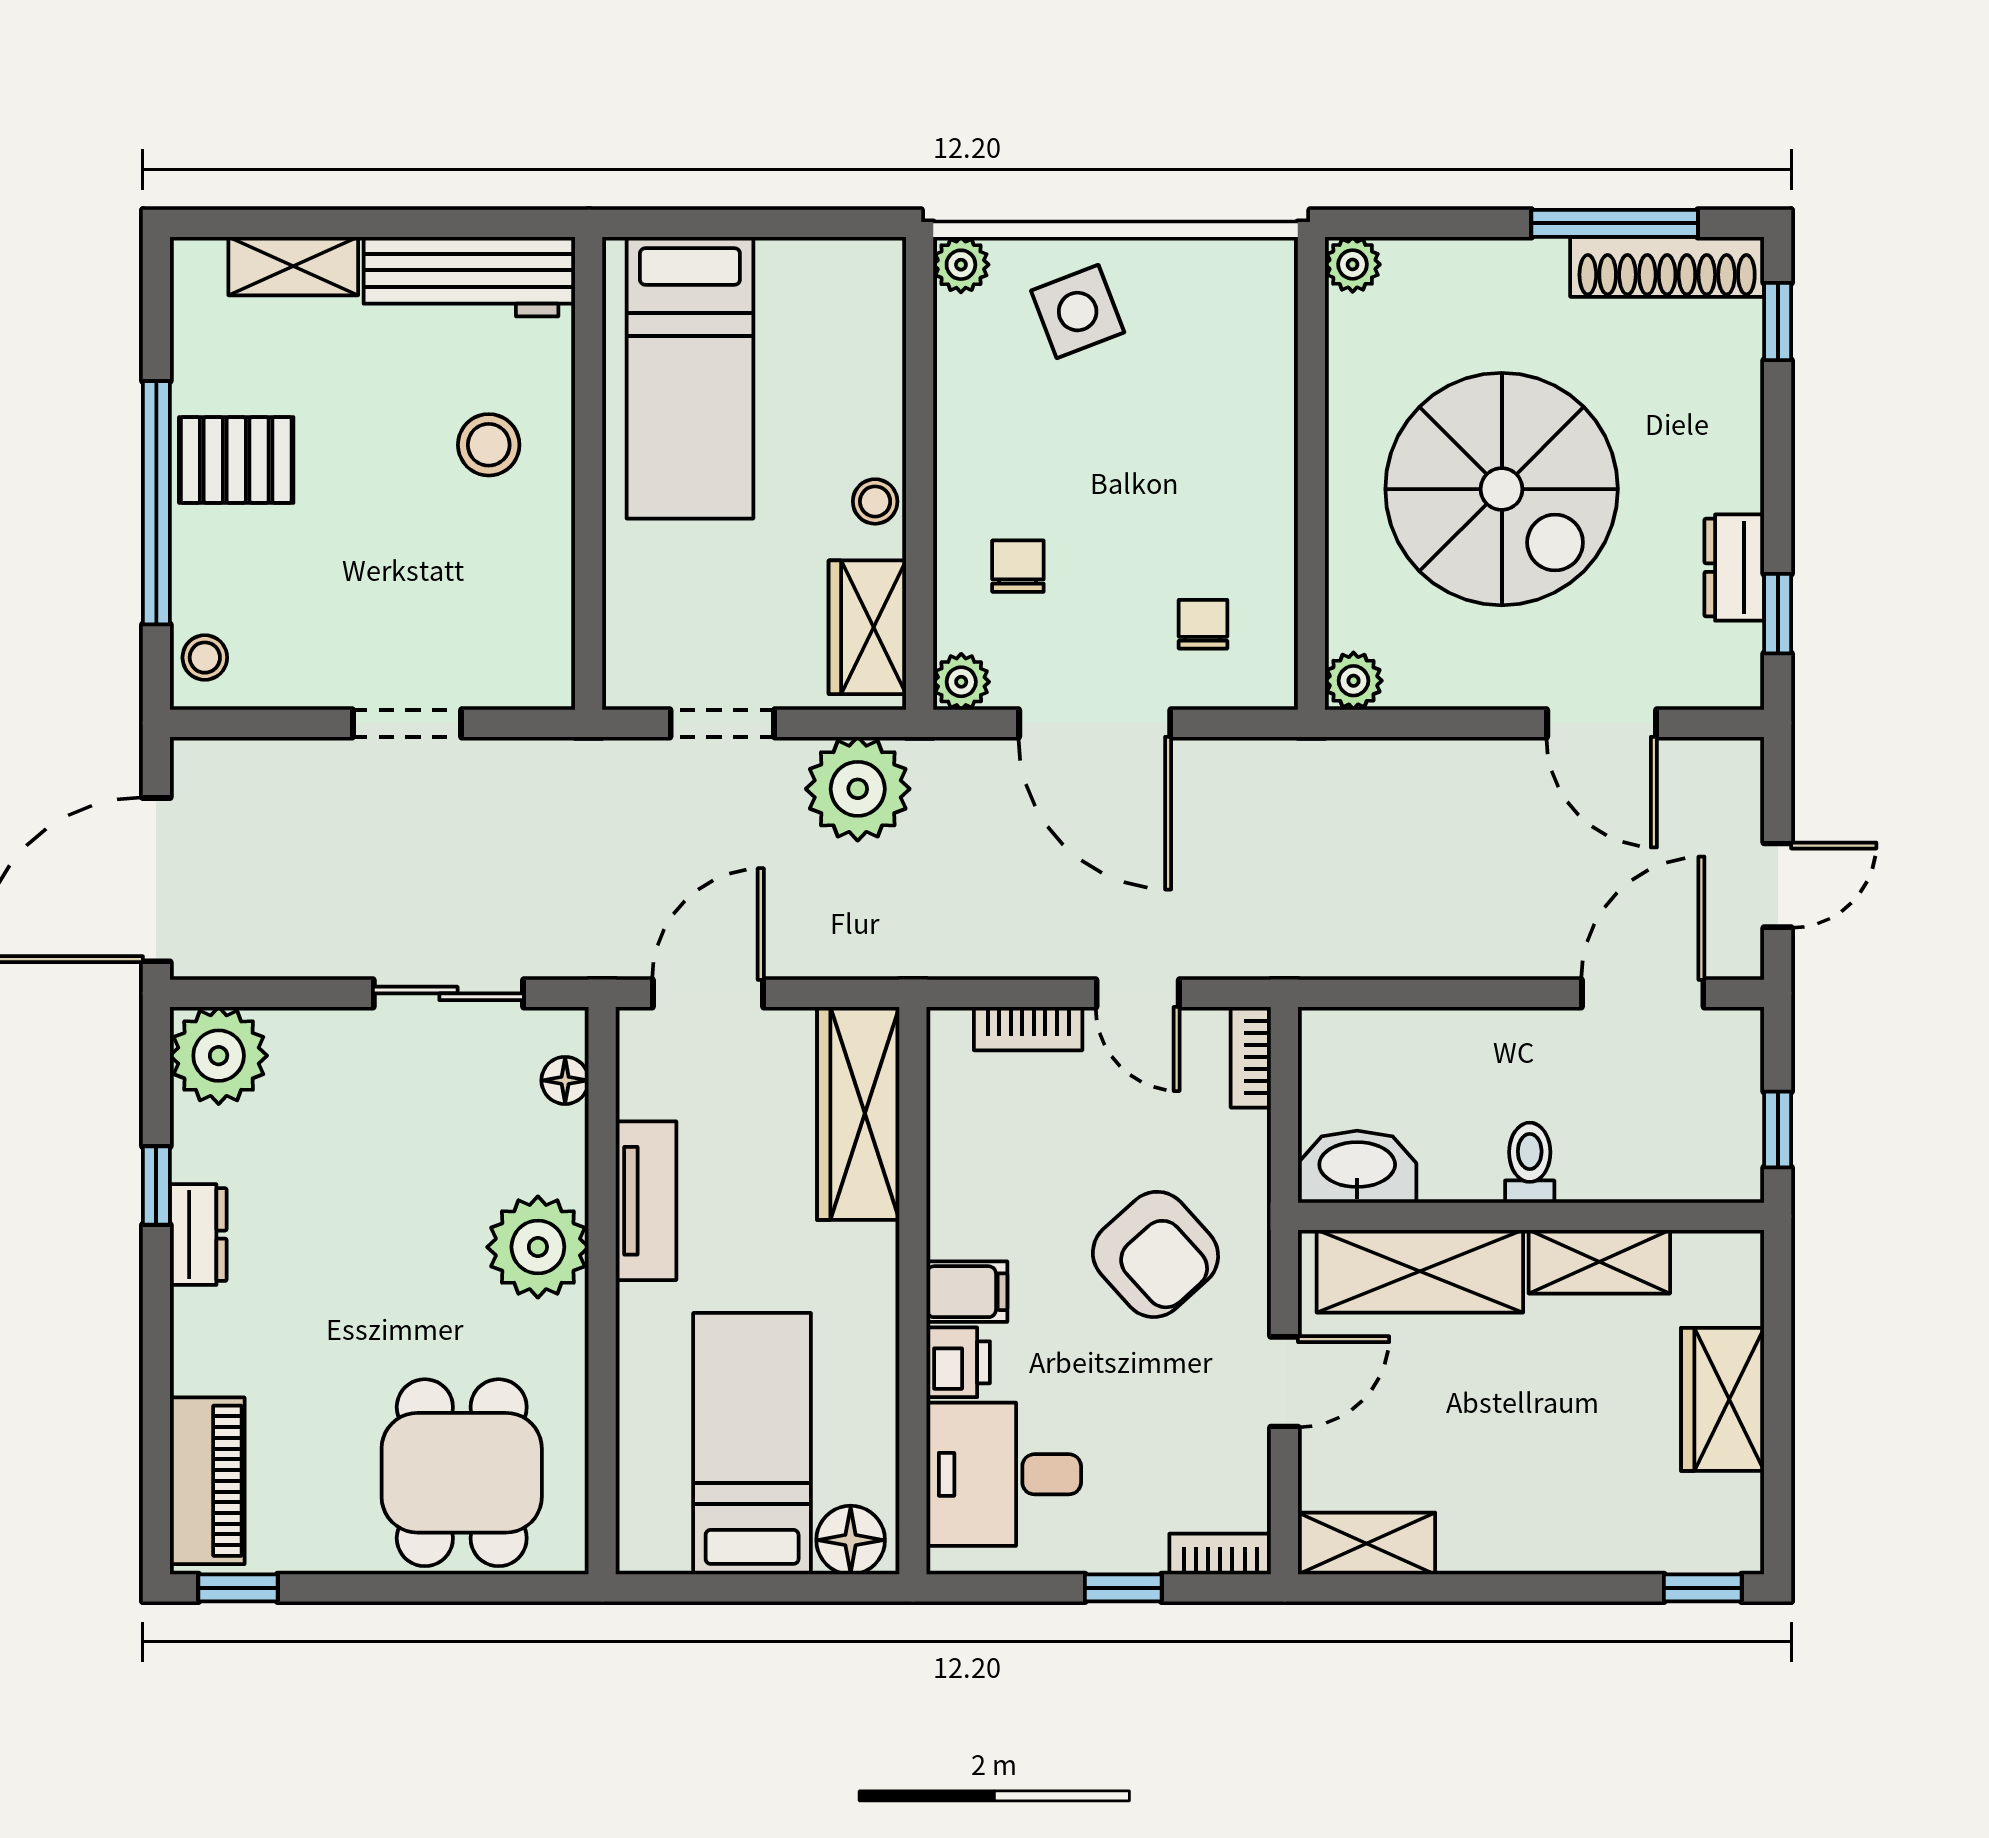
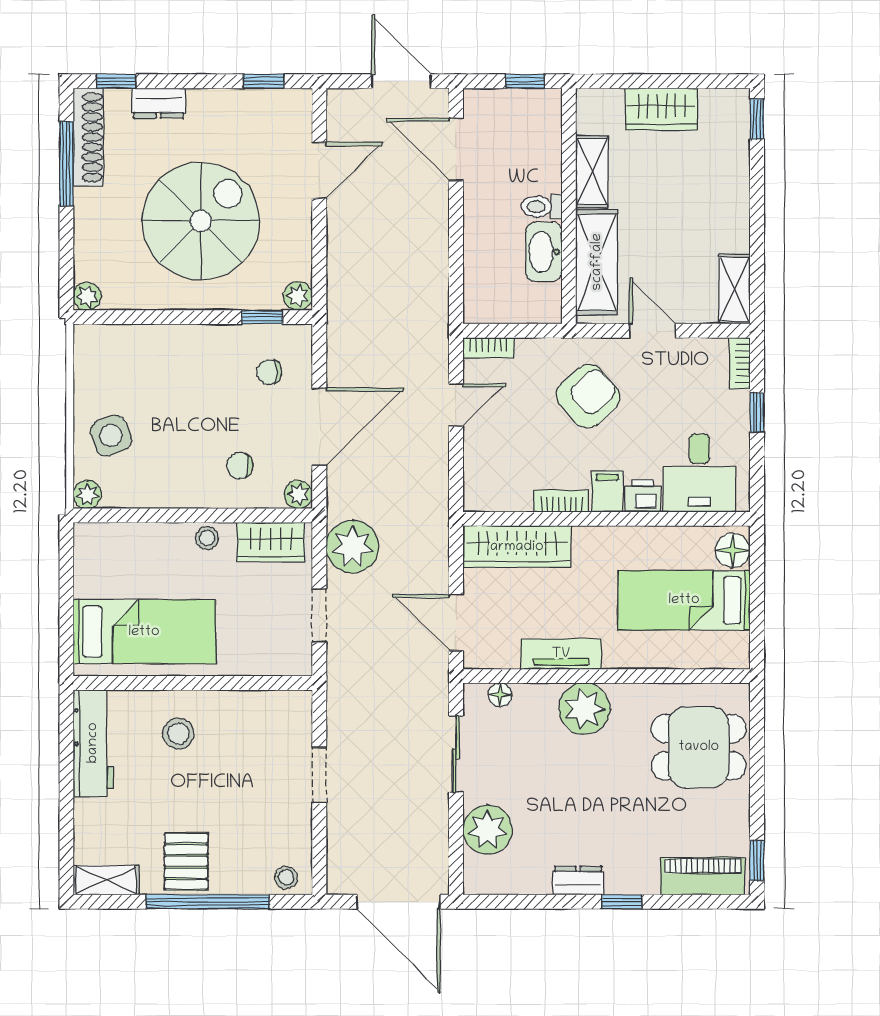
shelving: (293, 266) -> (106, 880), moved, turned 90
dresser: (1734, 568) -> (158, 103), moved
window: (1311, 610) -> (262, 317), added
door: (1778, 885) -> (401, 81), width x1.37
bookcase: (1028, 1029) -> (561, 501), moved, turned -90
plant: (219, 1056) -> (488, 830), moved
washbasin: (1357, 1167) -> (544, 252), moved
window: (156, 1186) -> (622, 902), moved

